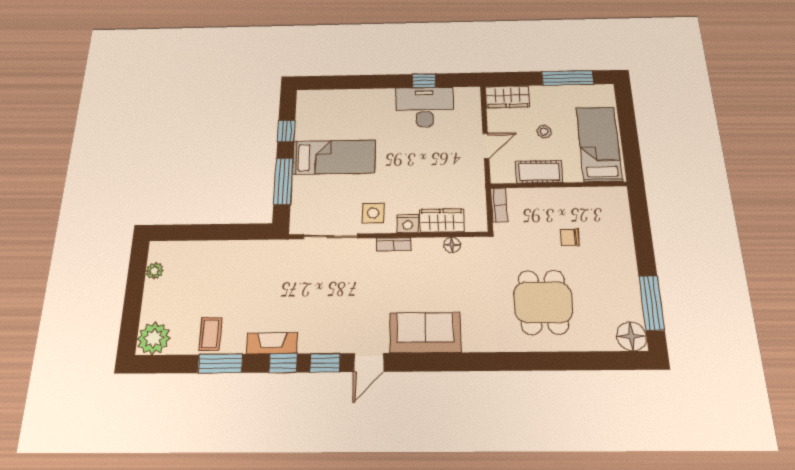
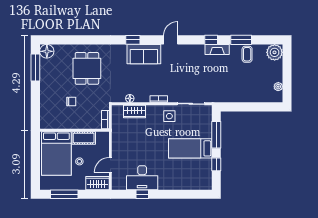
bed: (599, 144) -> (56, 154), width x1.50
door: (486, 146) -> (110, 165), moved
nightstand: (408, 224) -> (152, 110), removed
window: (325, 363) -> (133, 40), moved

